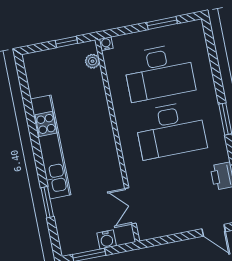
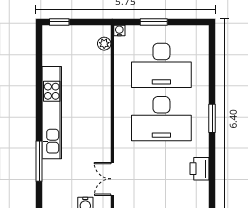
window: (162, 23) -> (154, 22), moved
window: (66, 42) -> (59, 22), moved
window: (47, 202) -> (39, 161), width x1.44

